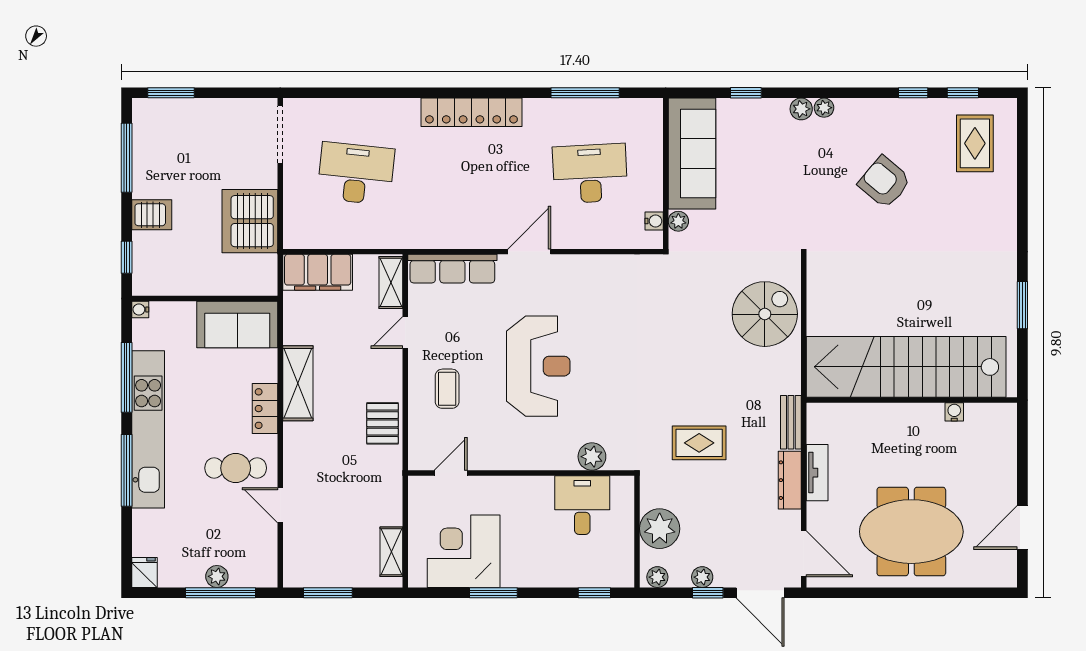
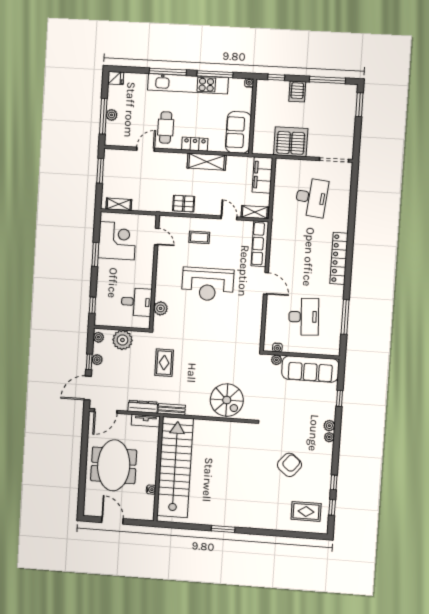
stairs: (906, 367) -> (175, 467), moved
wall: (912, 400) -> (158, 469), moved
water cooler: (954, 412) -> (151, 490), moved

